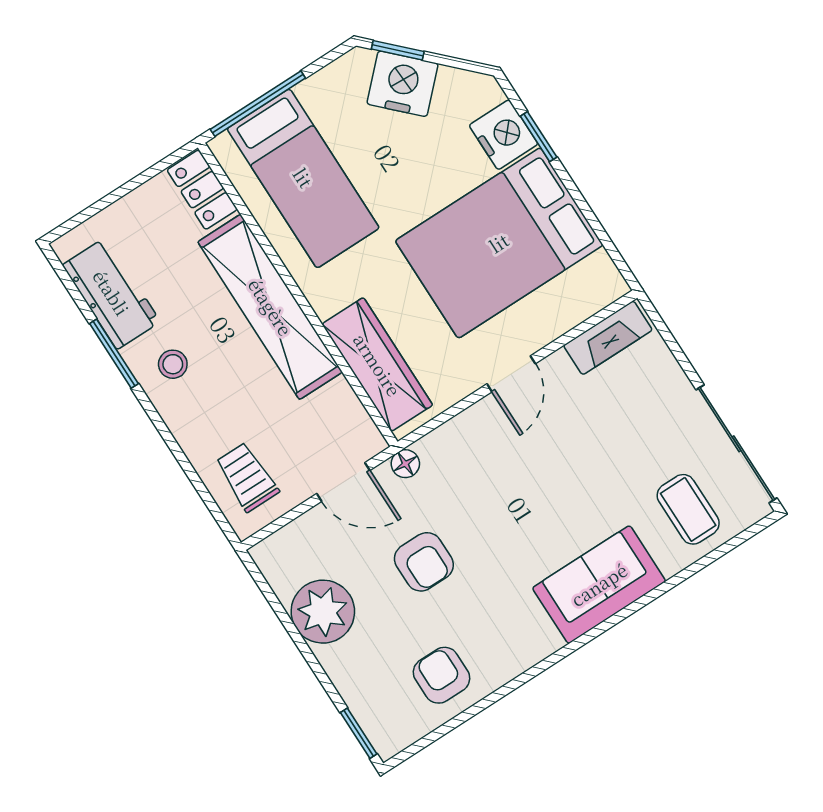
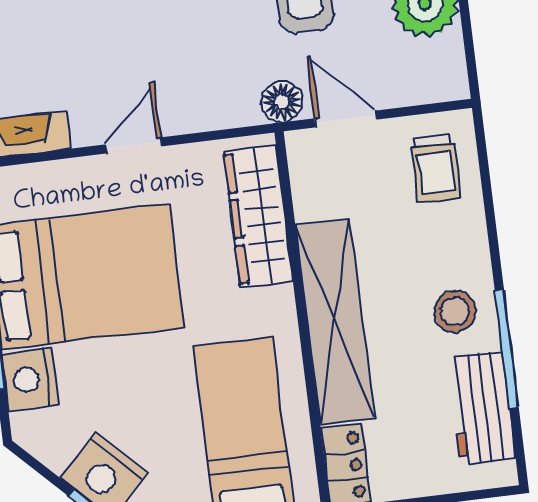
window: (114, 354) -> (507, 349), width x1.44
stool: (173, 364) -> (455, 311), width x1.37, depth x1.37
floor lamp: (405, 464) -> (282, 102), width x1.37, depth x1.37

